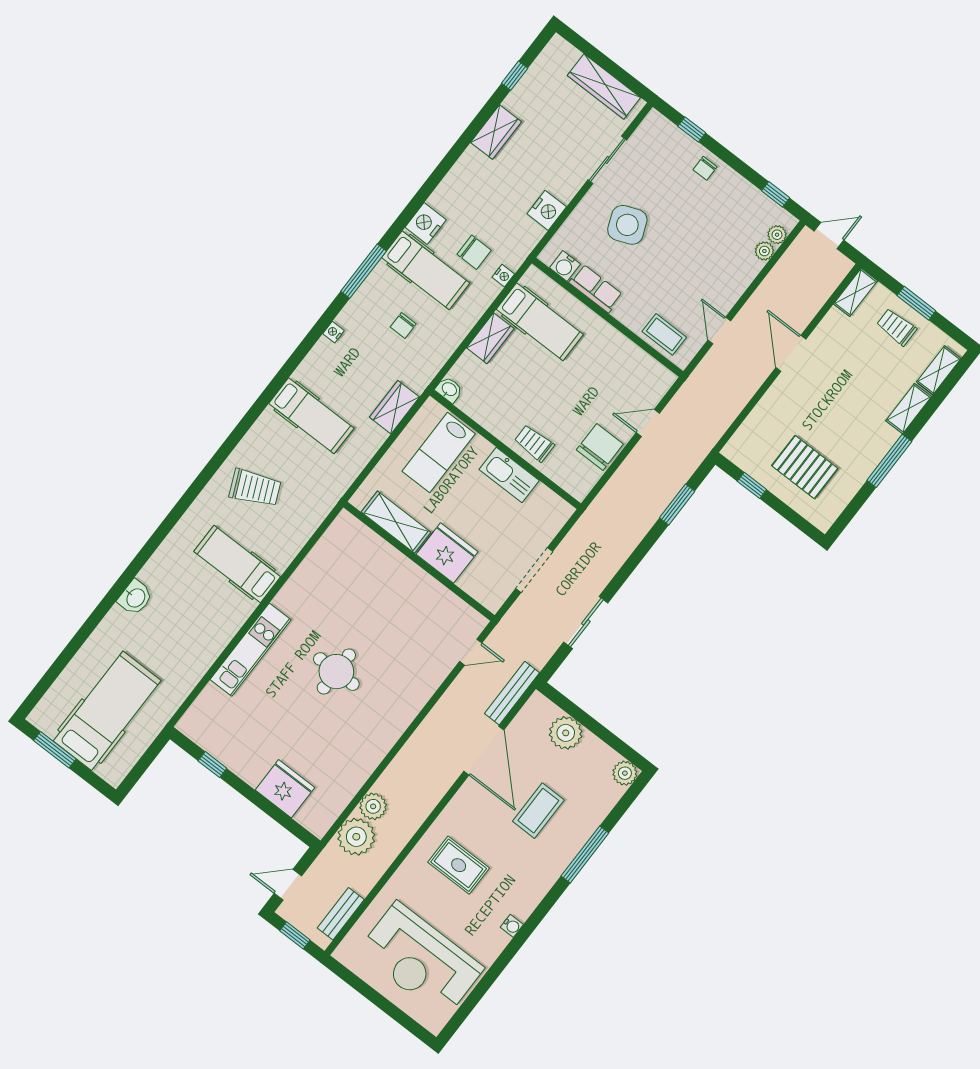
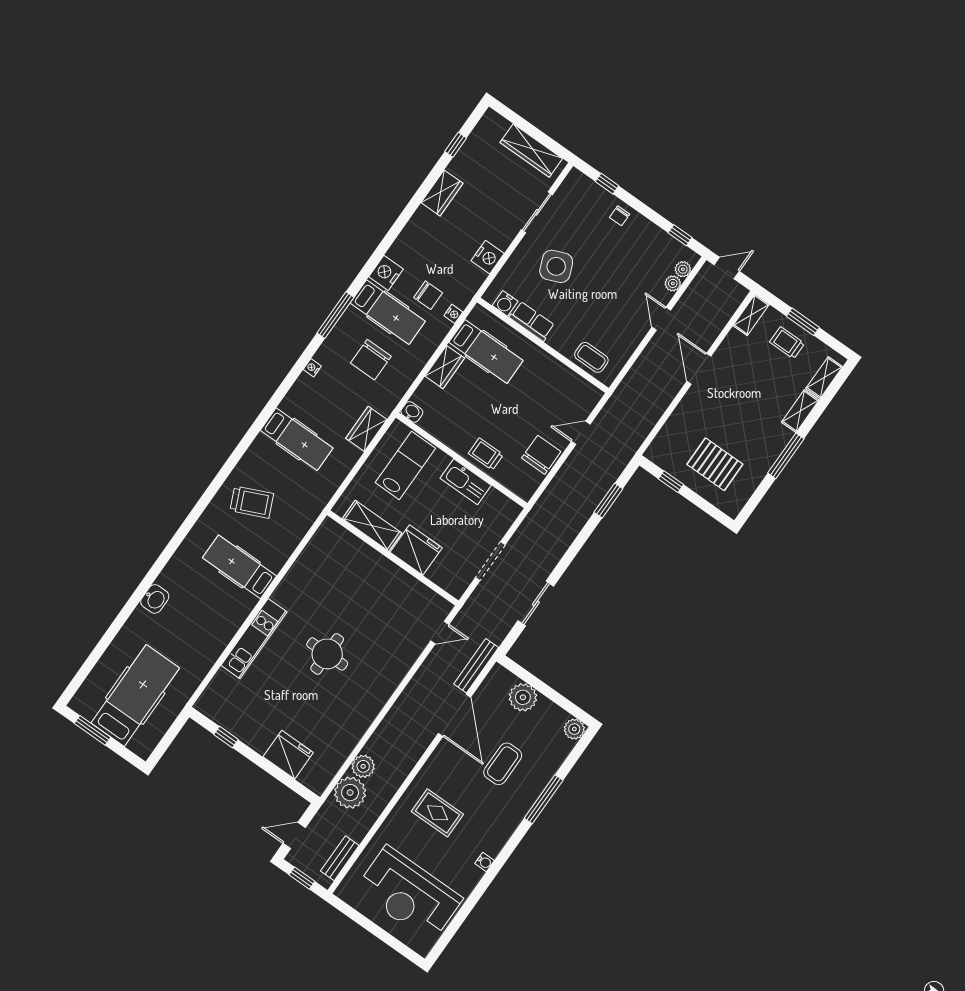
chair: (403, 325) -> (371, 360), width x1.87, depth x1.87
door: (719, 330) -> (661, 319), moved
lab bench: (439, 452) -> (405, 465), turned 180

